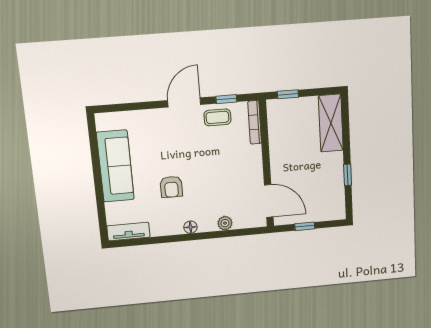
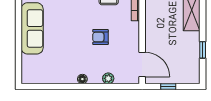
armchair: (171, 187) -> (100, 37), moved, turned 90
tv unit: (128, 232) -> (37, 78), removed

